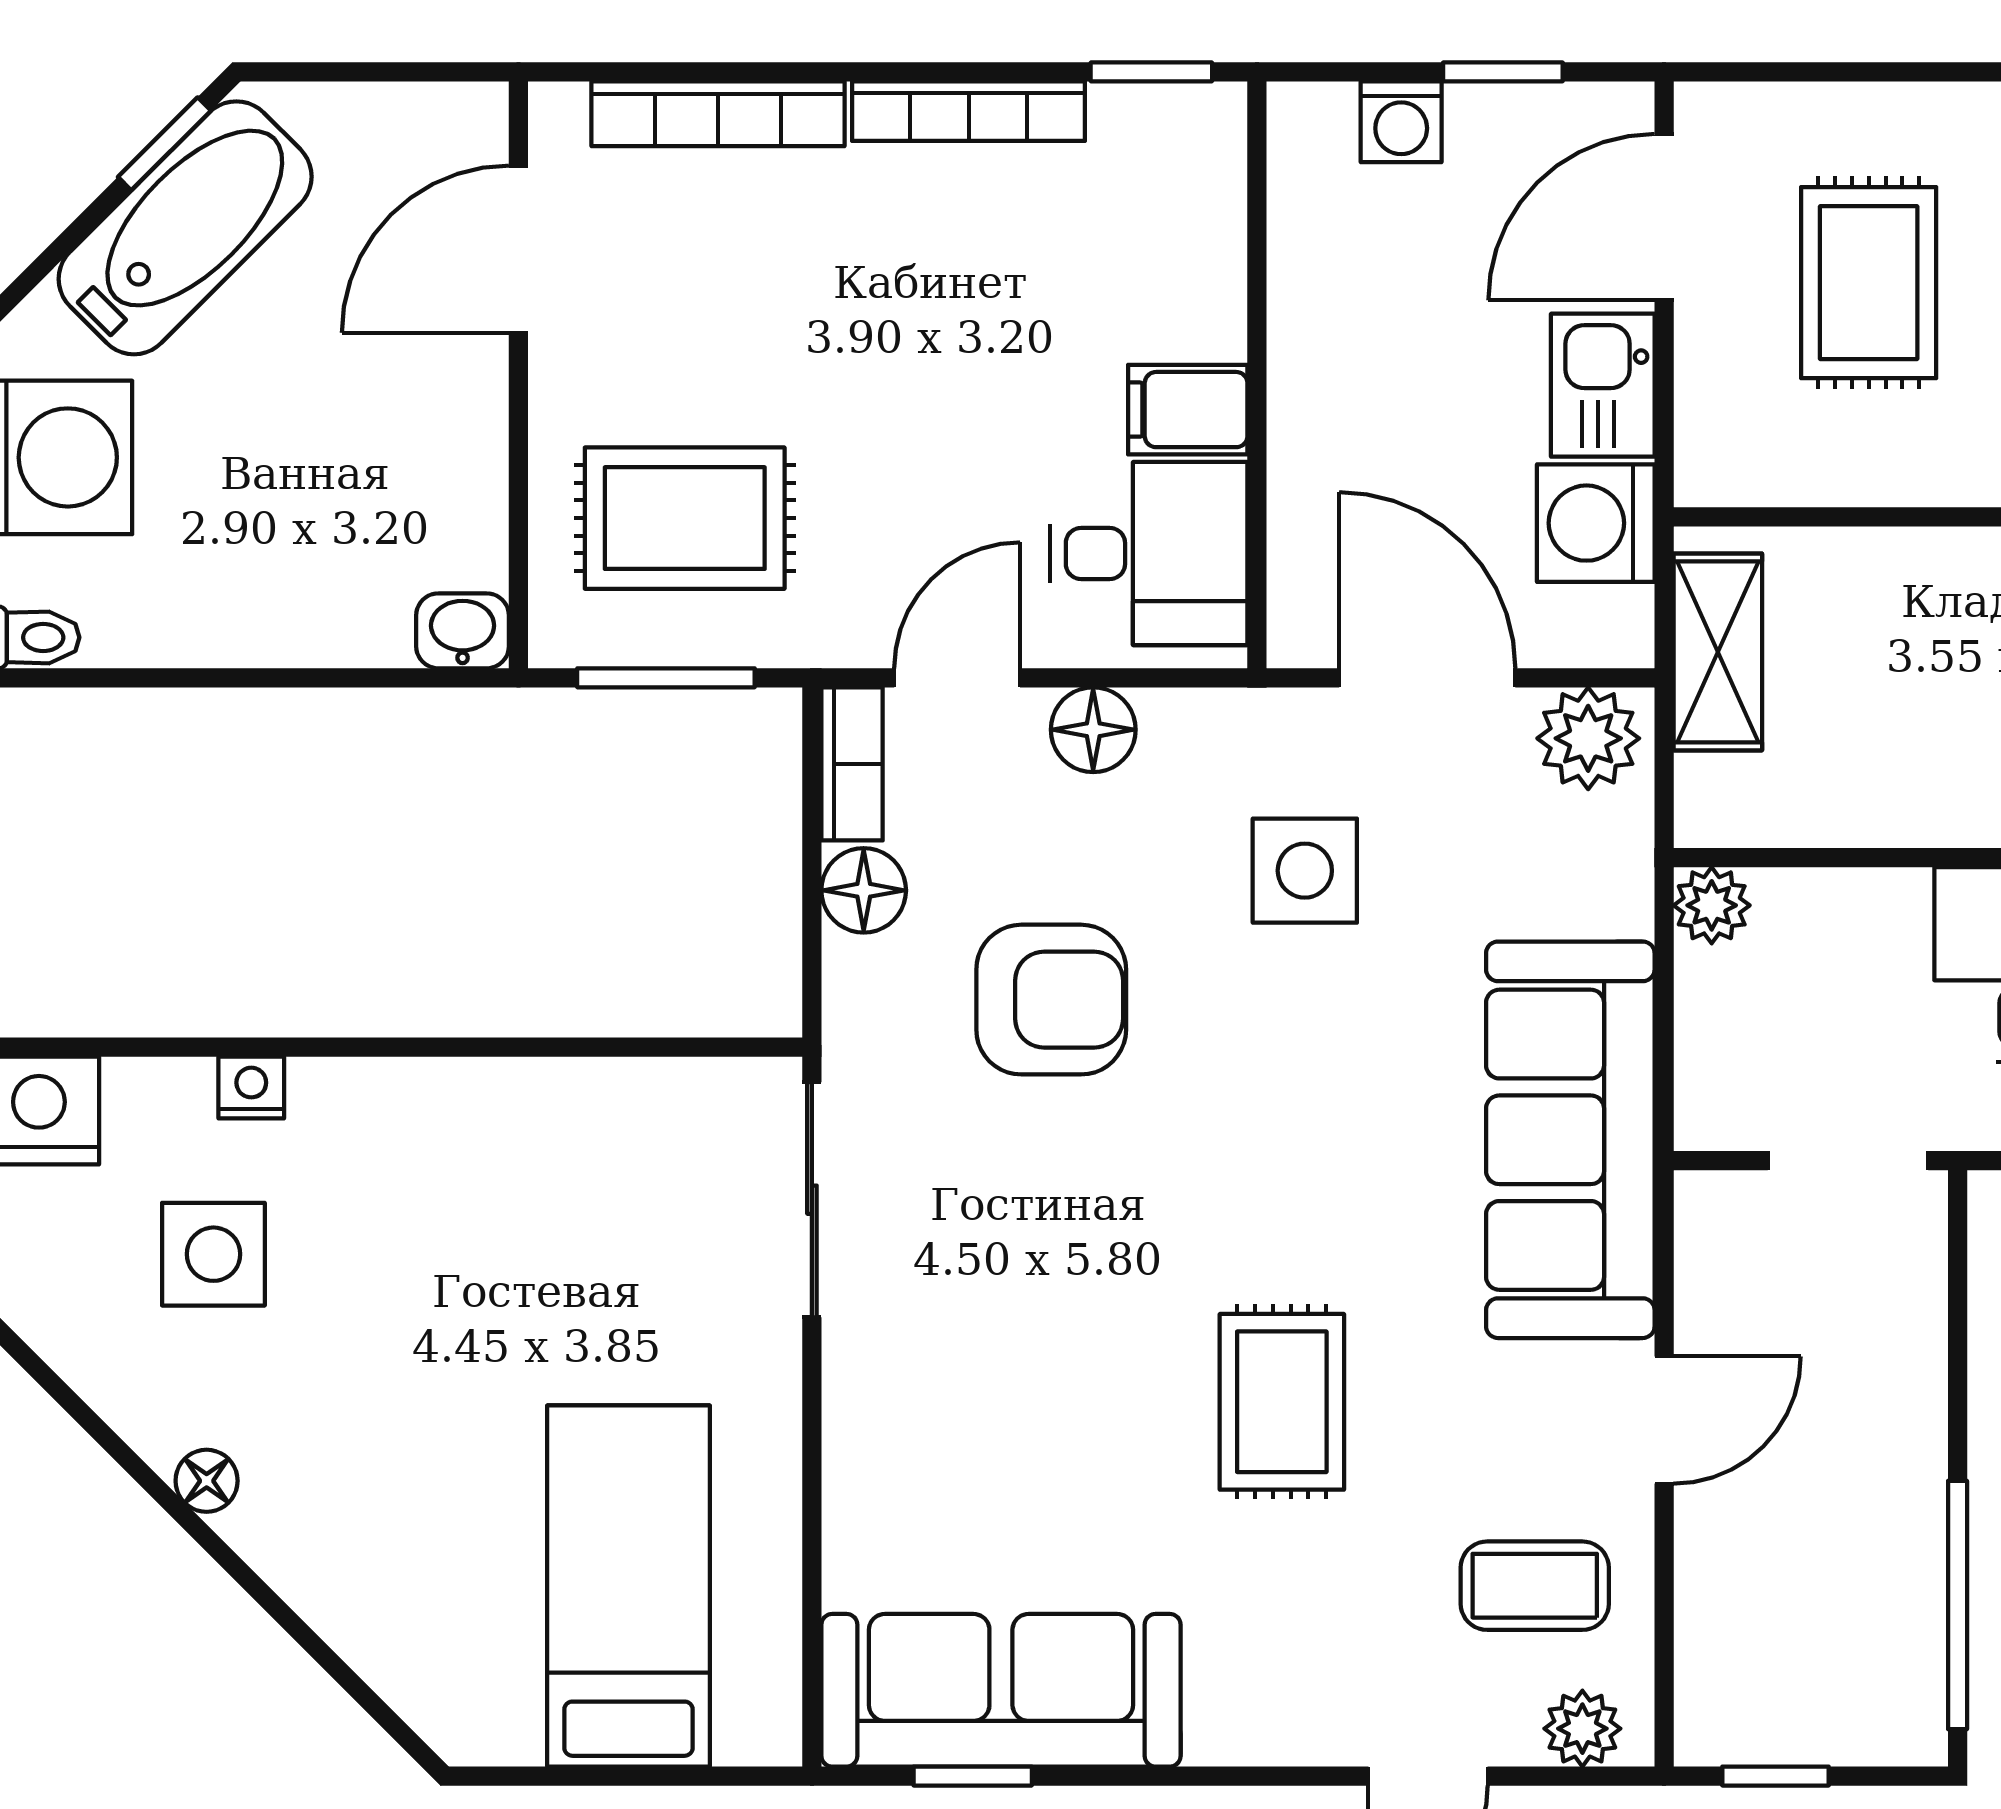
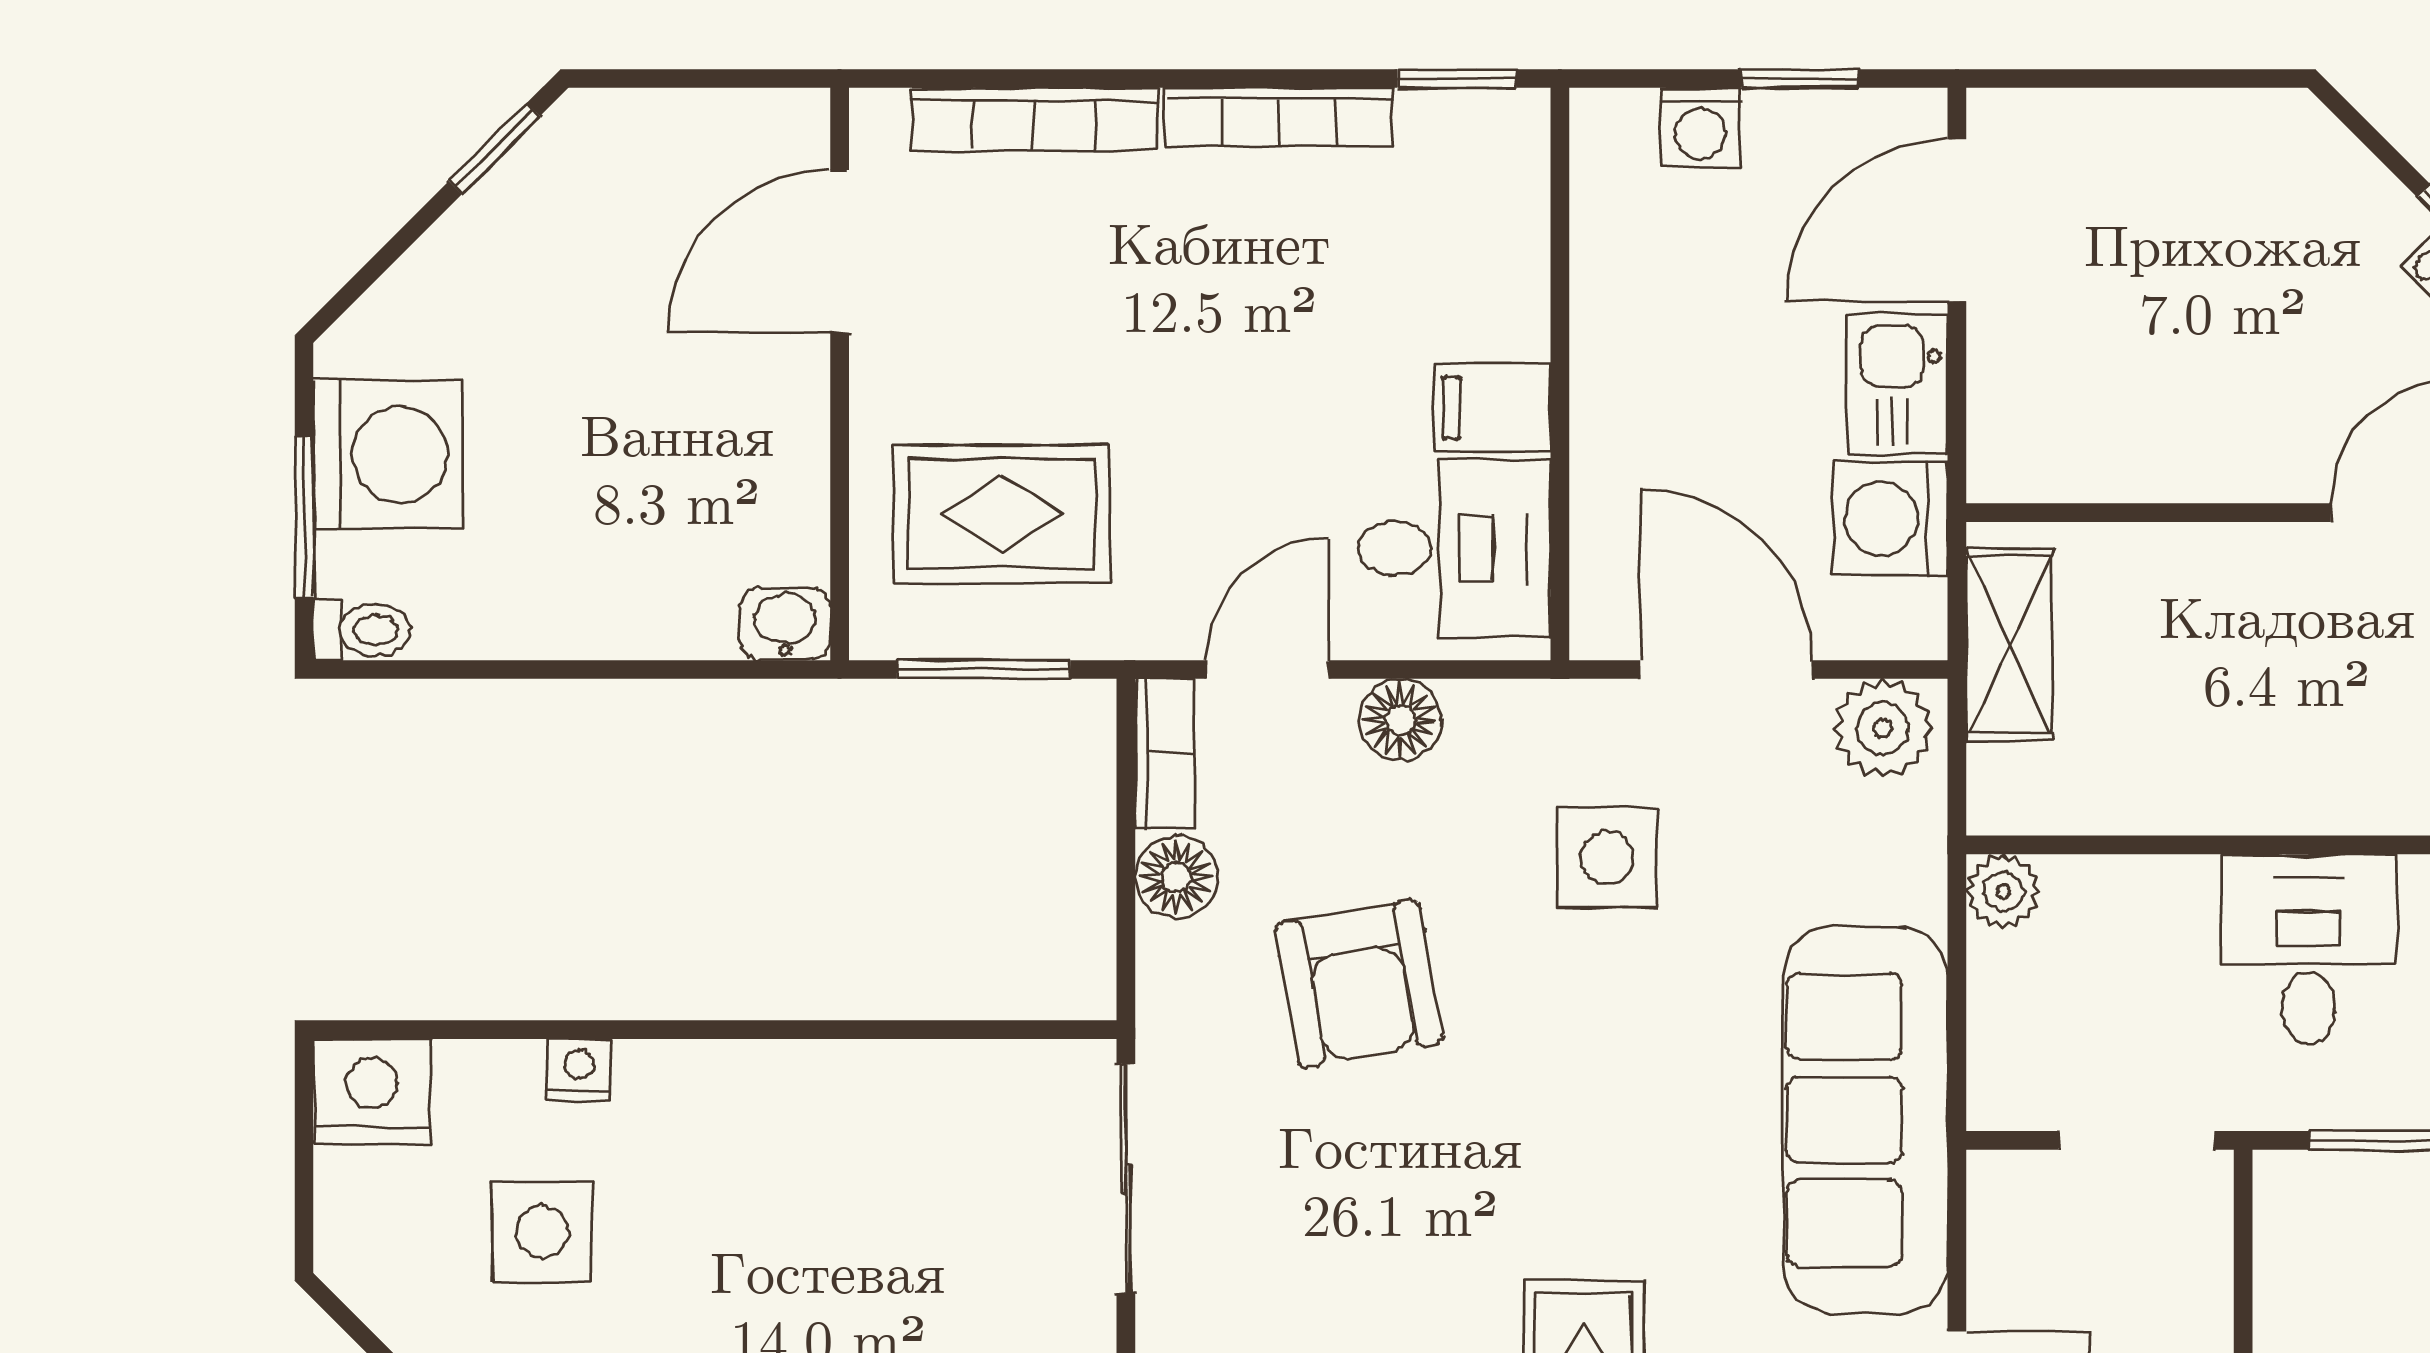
bathtub: (185, 228) -> (514, 231), removed
rug: (1869, 283) -> (2156, 284), removed
armchair: (1051, 1000) -> (1359, 983), turned 80

